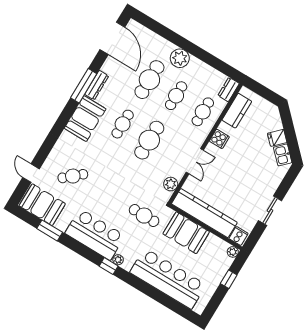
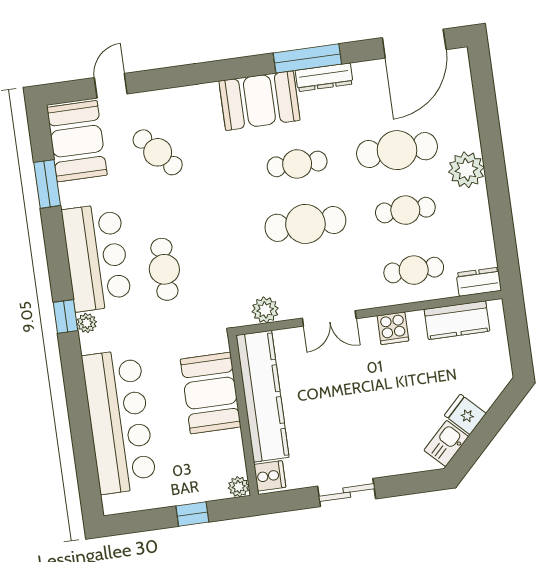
cafe table: (144, 216) -> (164, 269), moved

